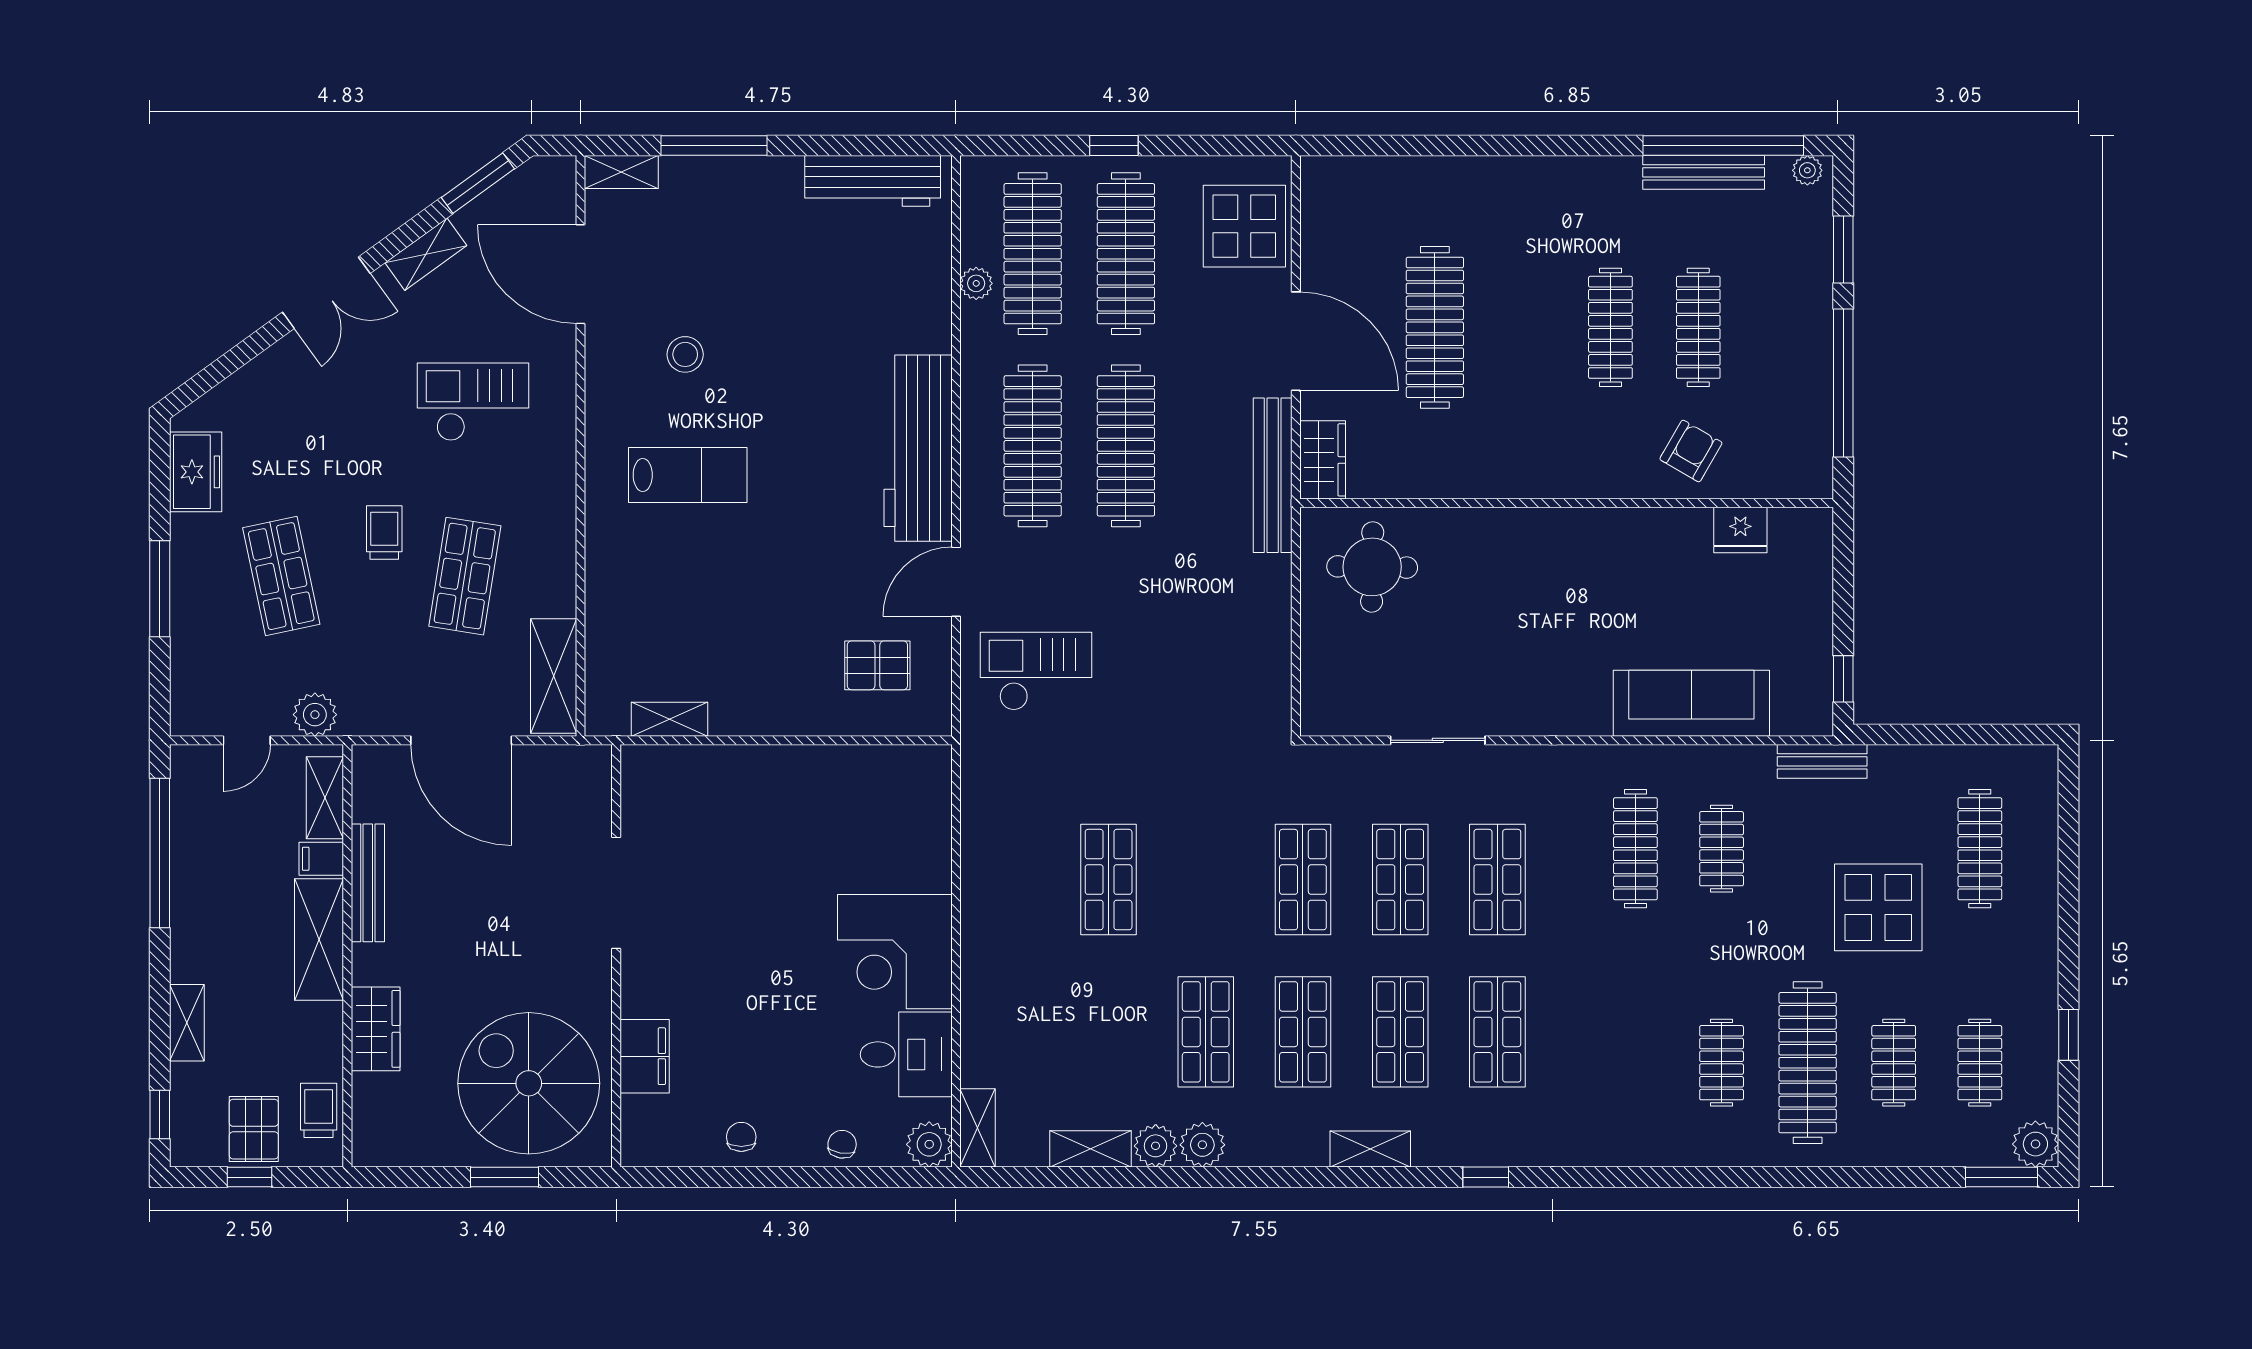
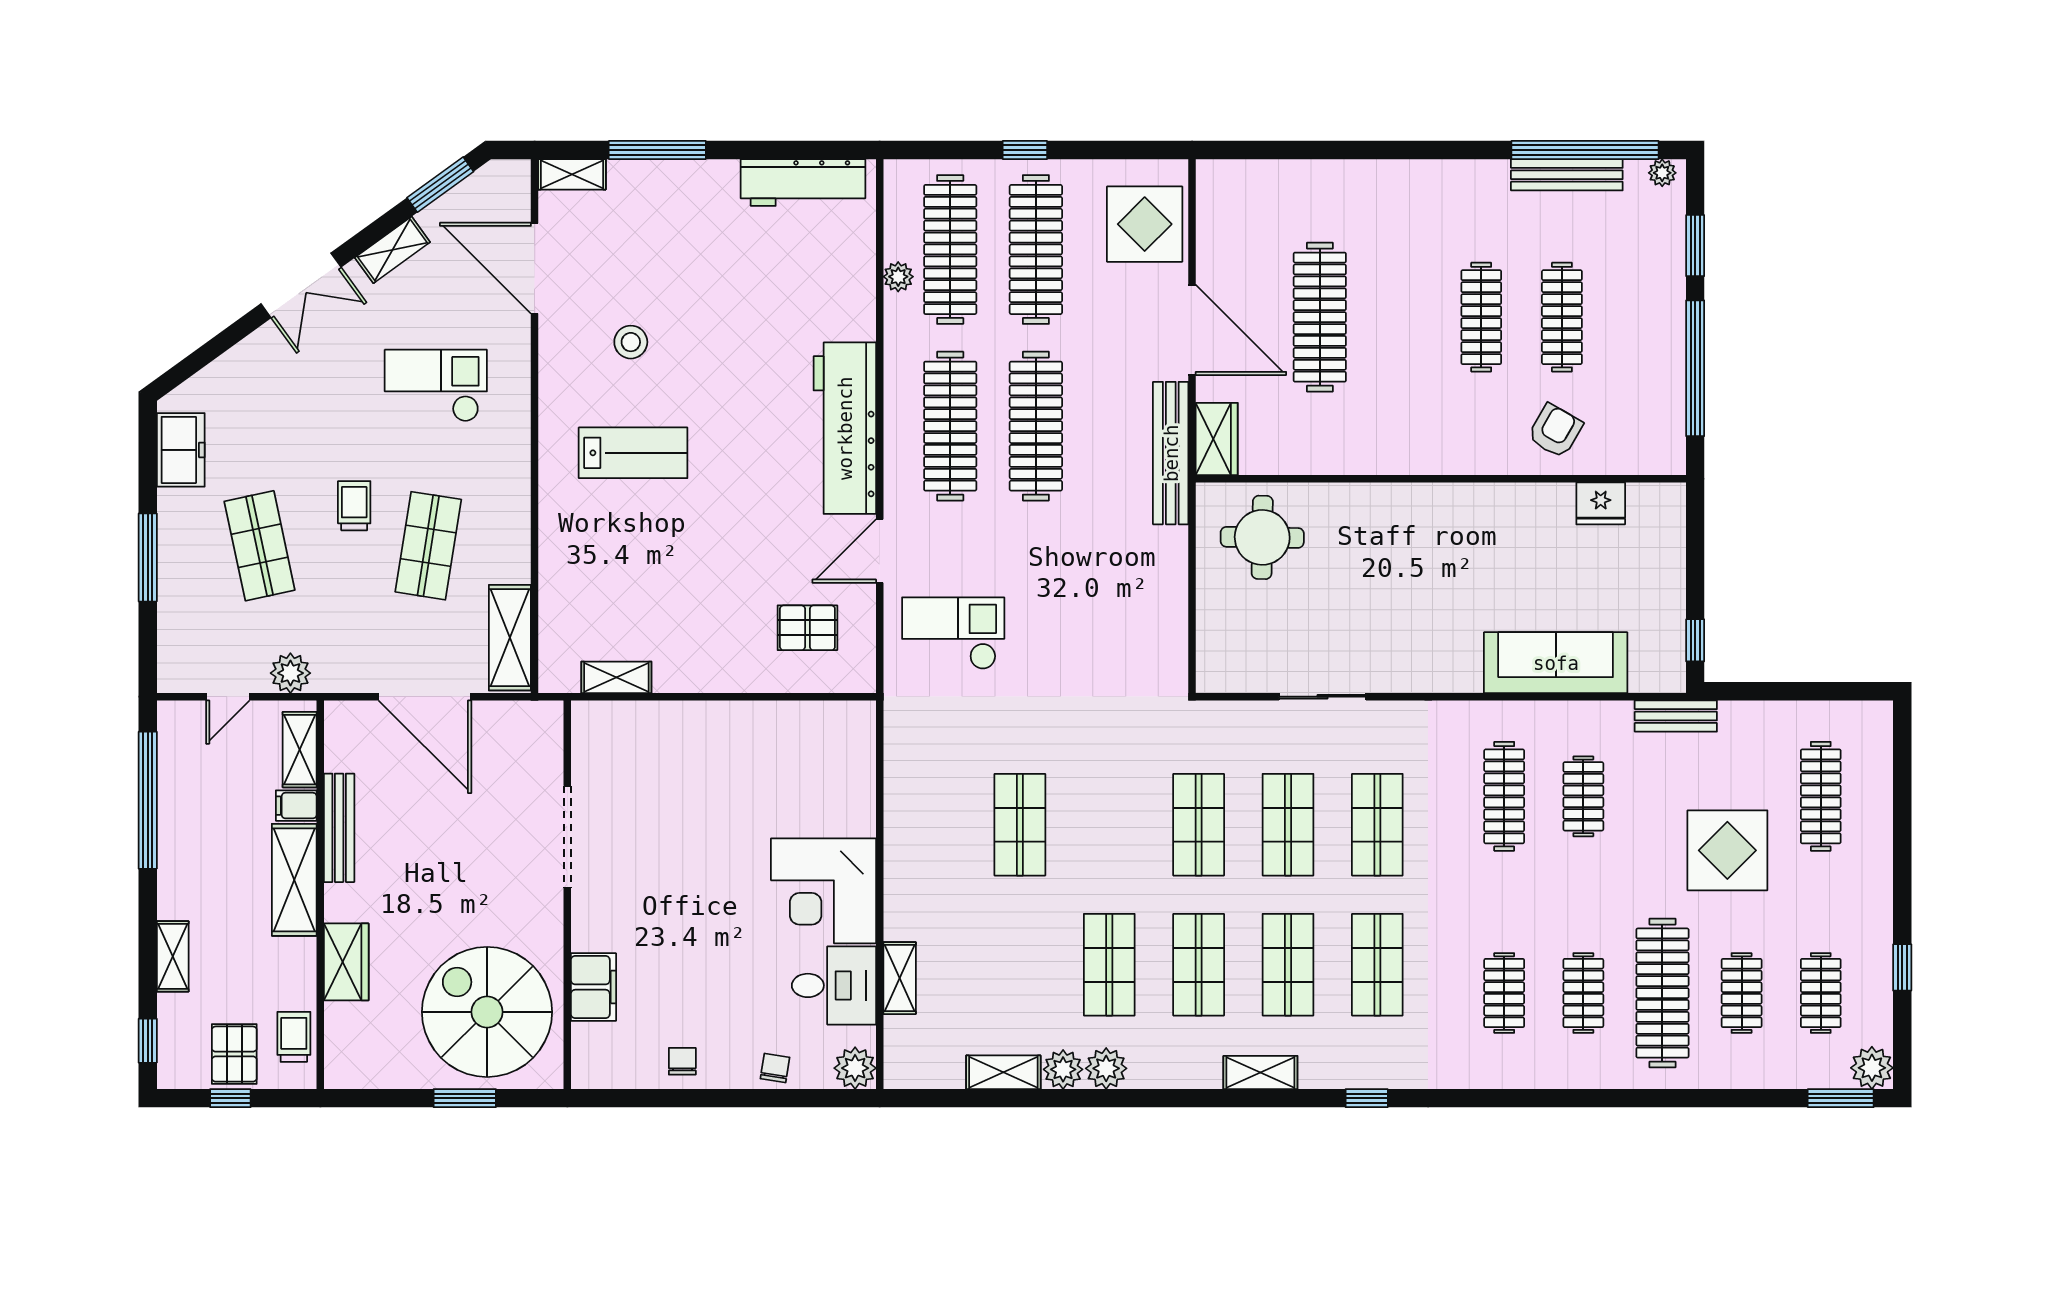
clothes rail: (1635, 1063) -> (1504, 993), added
shelving: (978, 1128) -> (900, 978), moved

